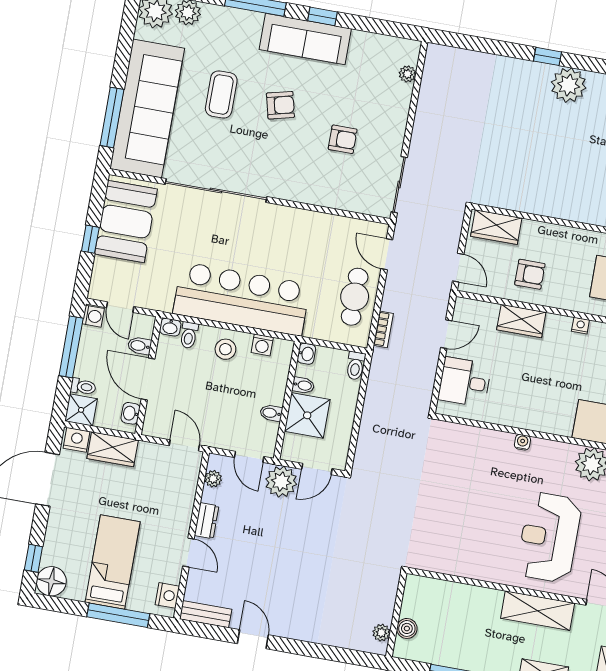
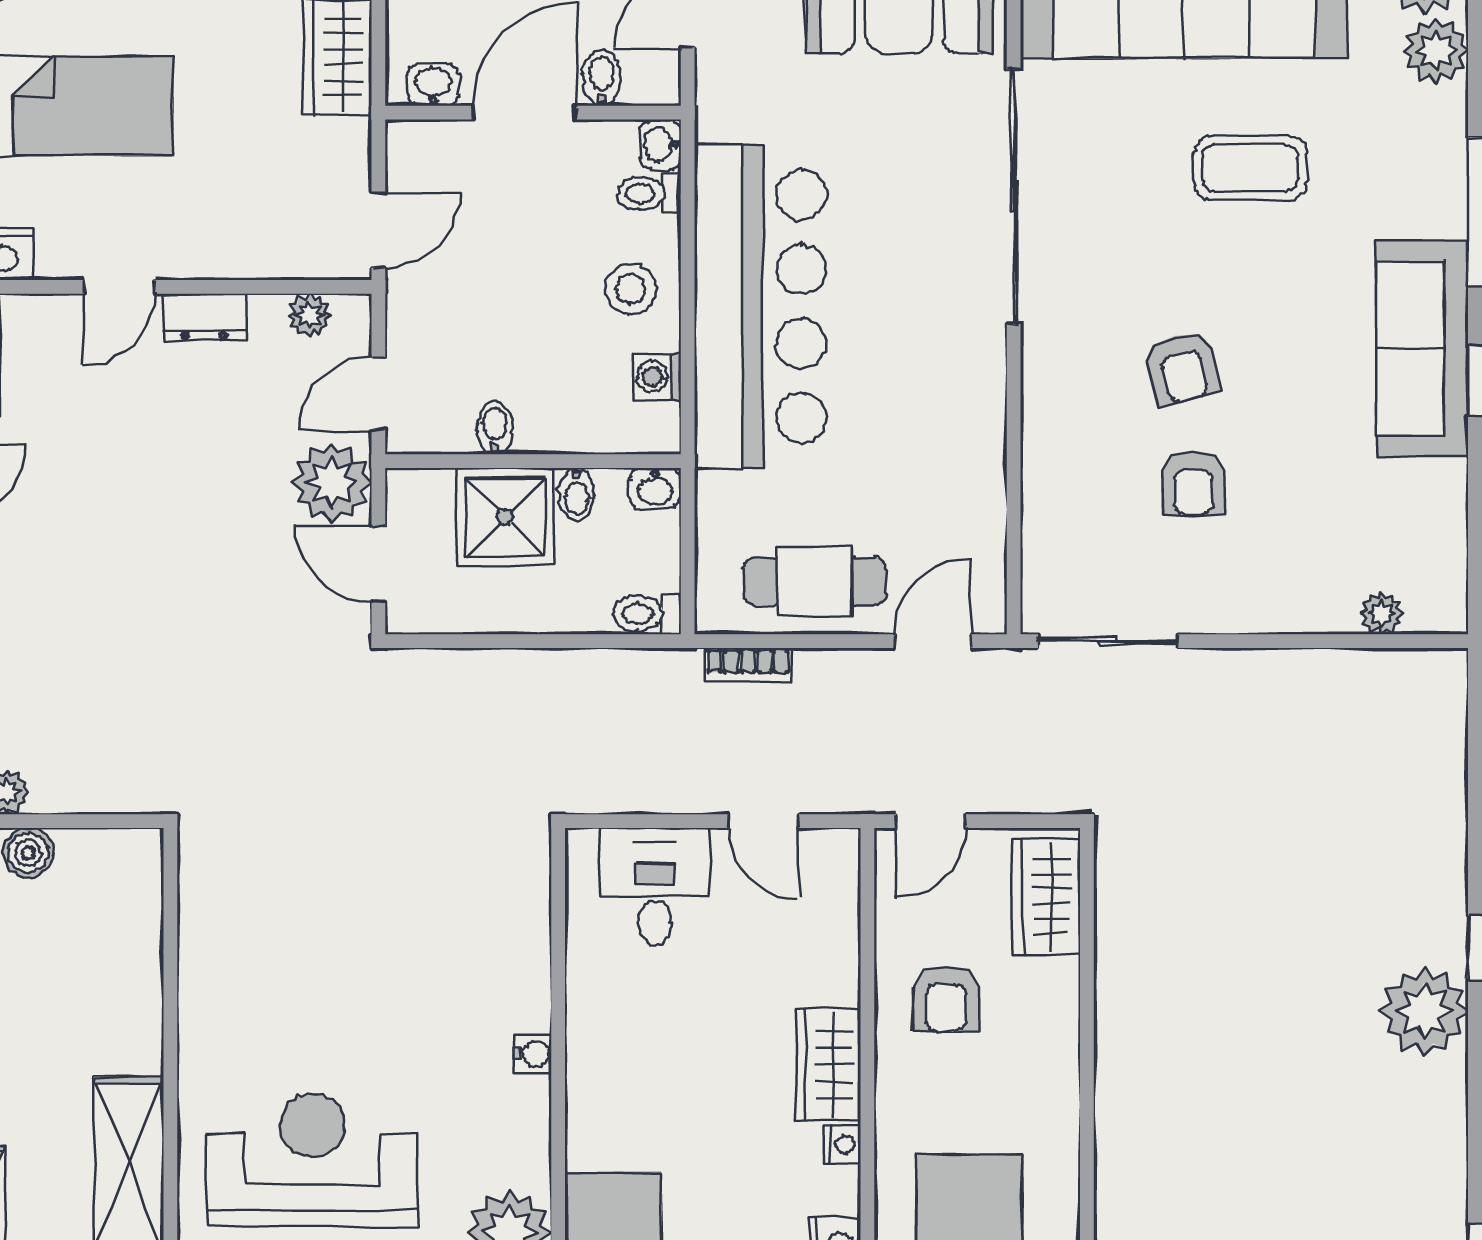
armchair: (280, 105) -> (1182, 368), moved
wardrobe: (521, 321) -> (828, 1065), moved

